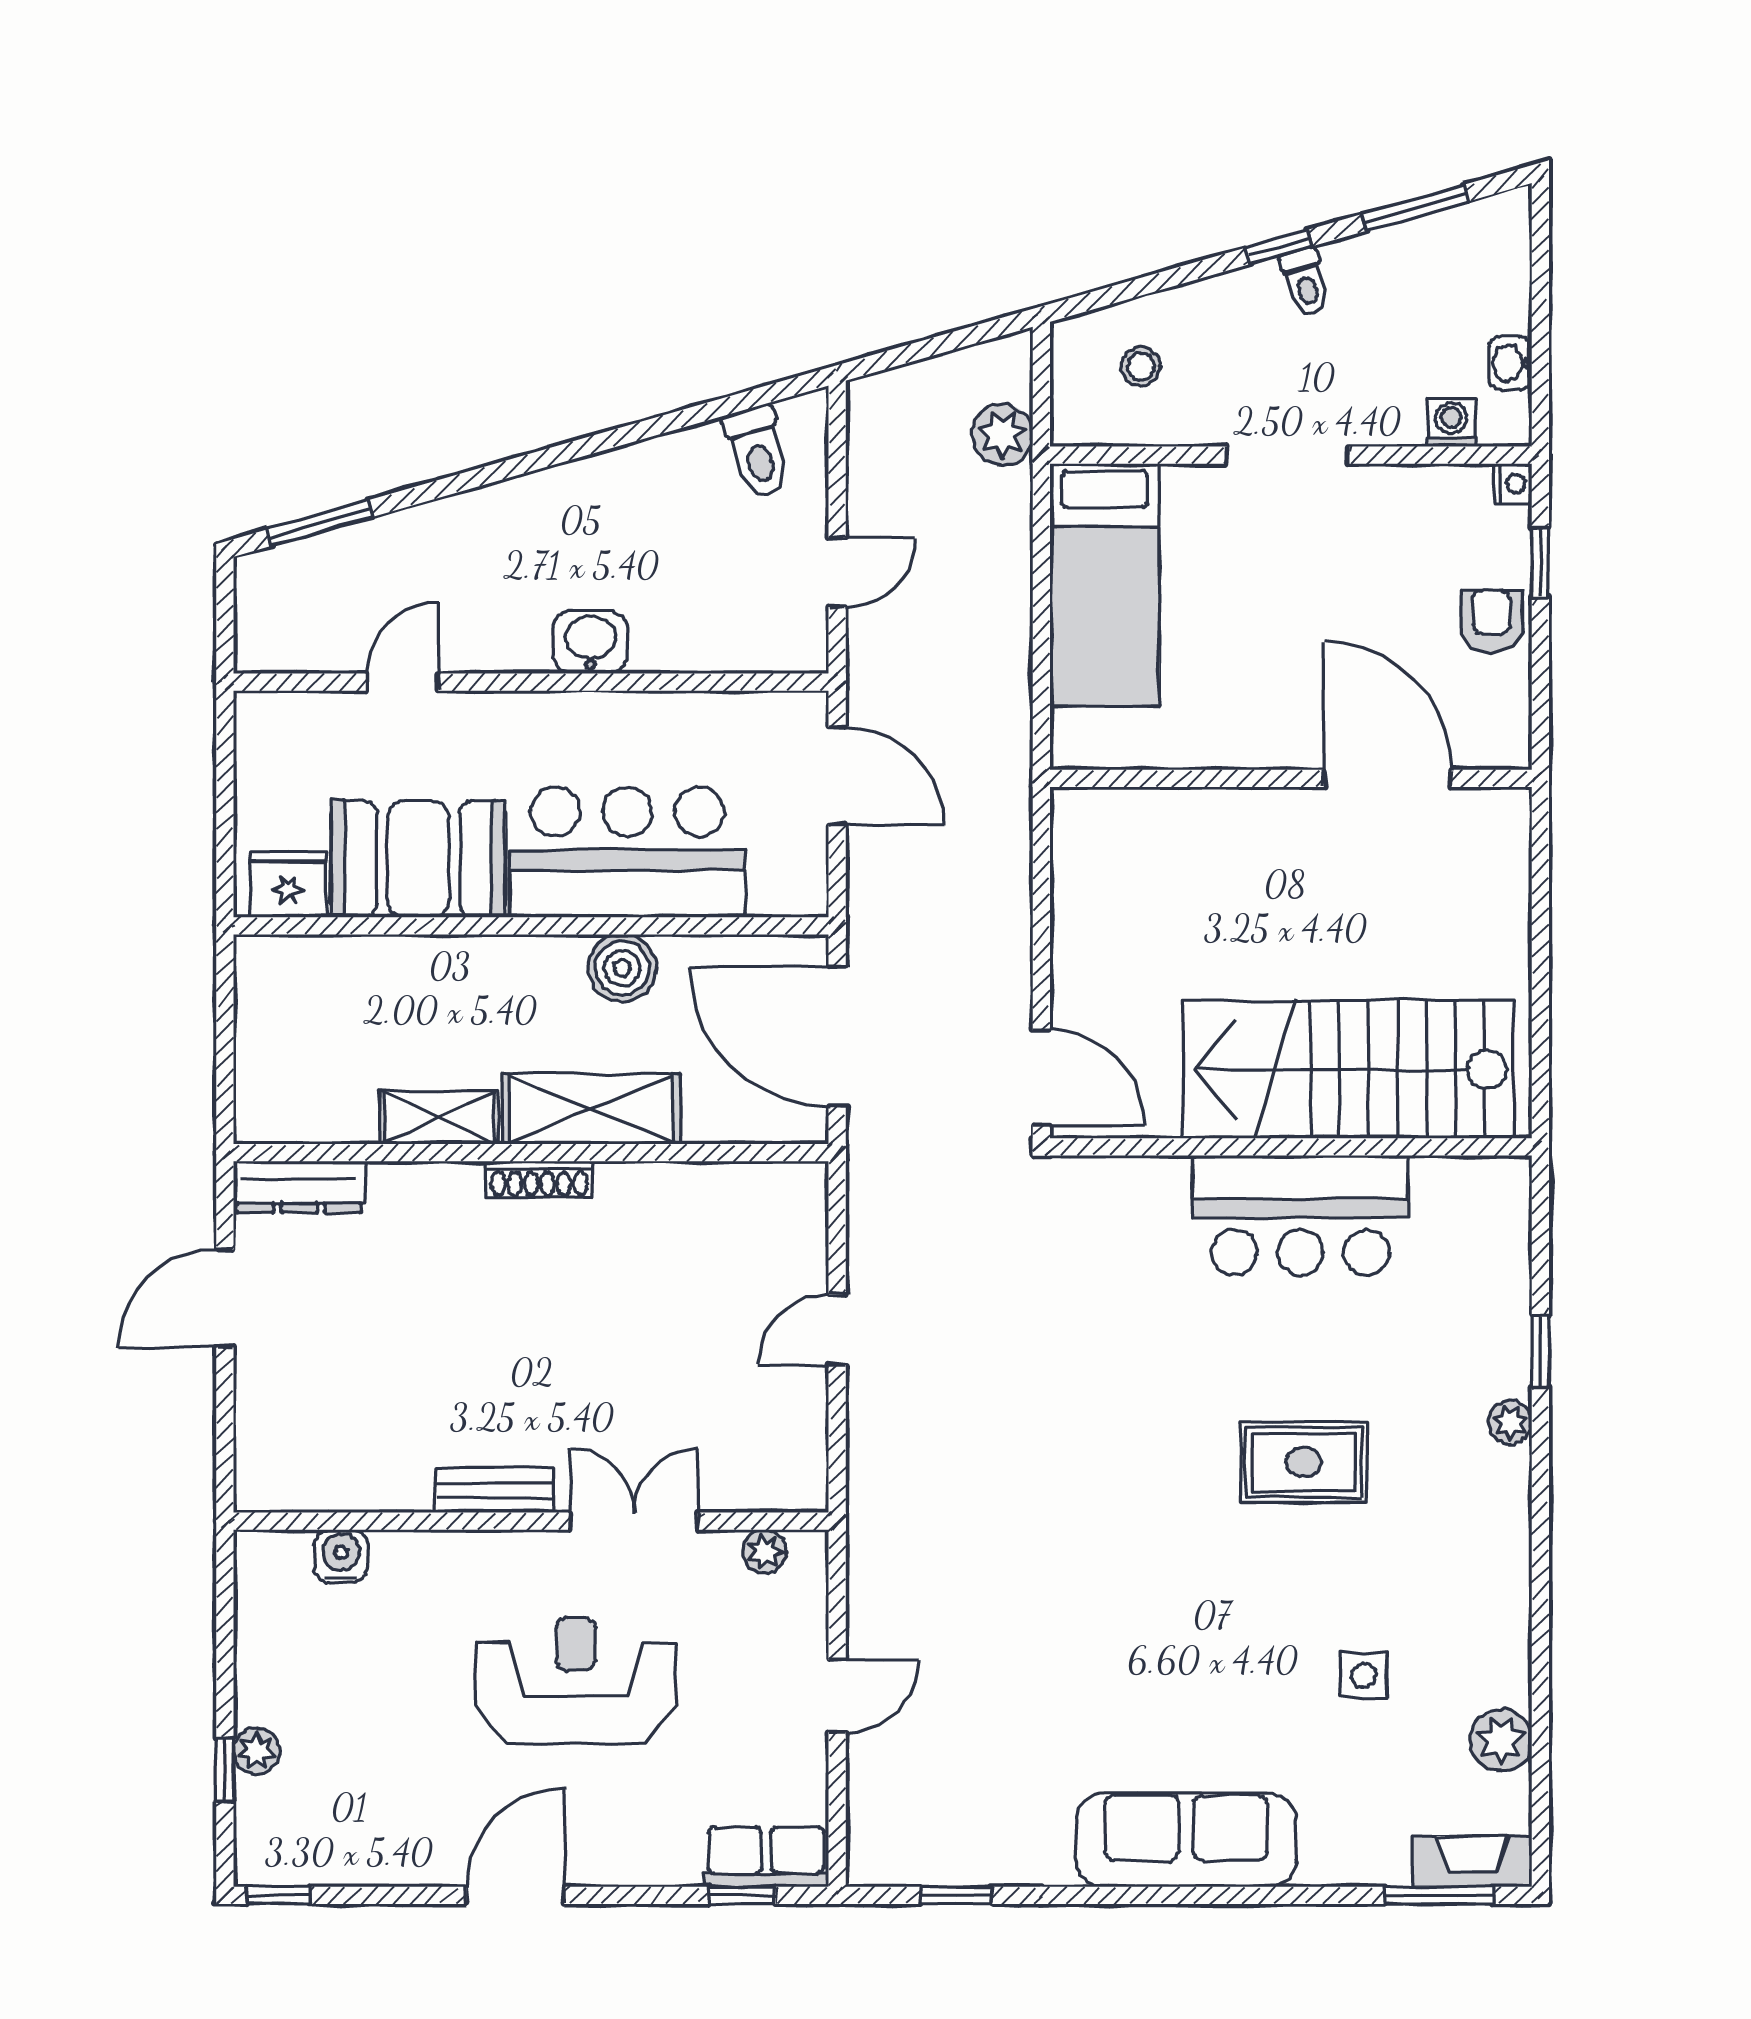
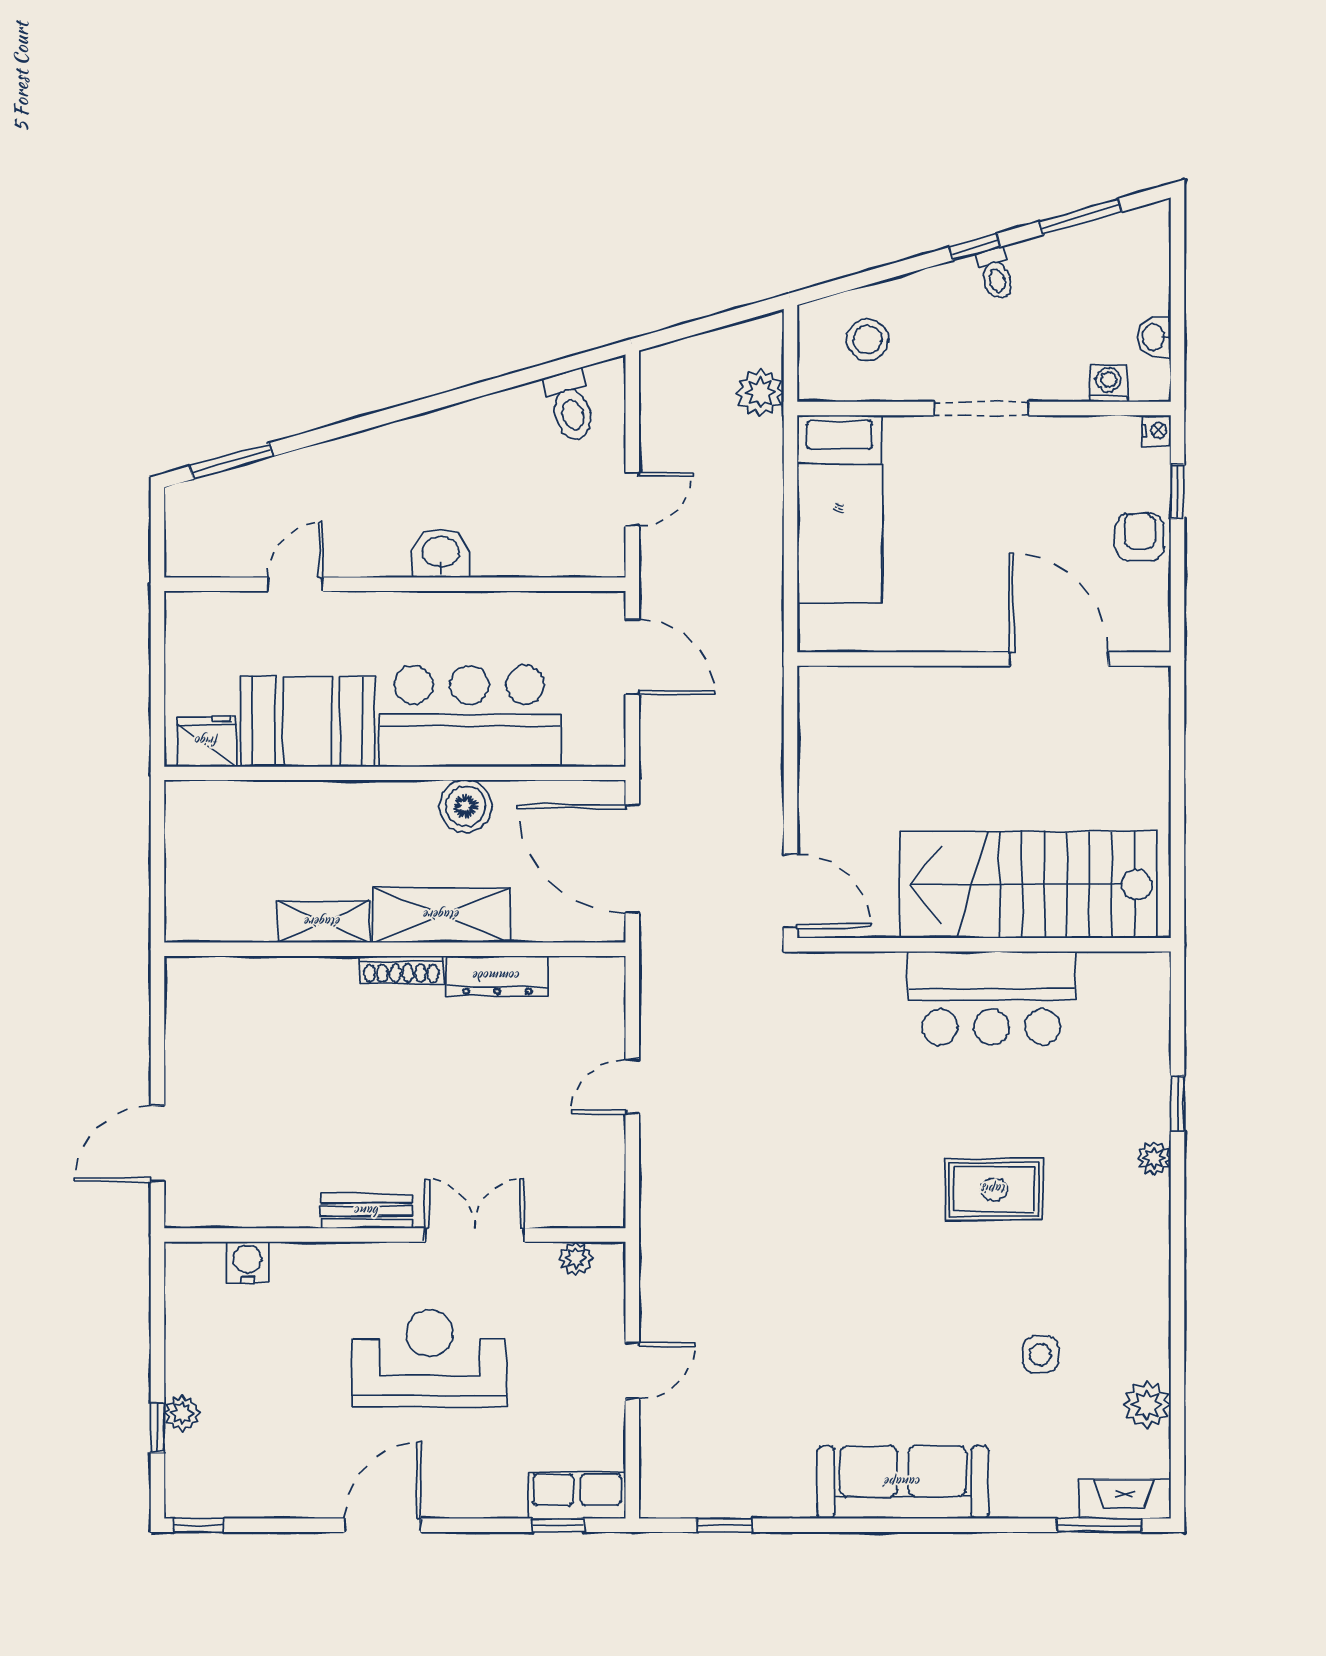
stool: (1141, 367) -> (868, 340), width x1.37, depth x1.37
dresser: (299, 1187) -> (497, 976), moved
door: (225, 1298) -> (157, 1143), moved

